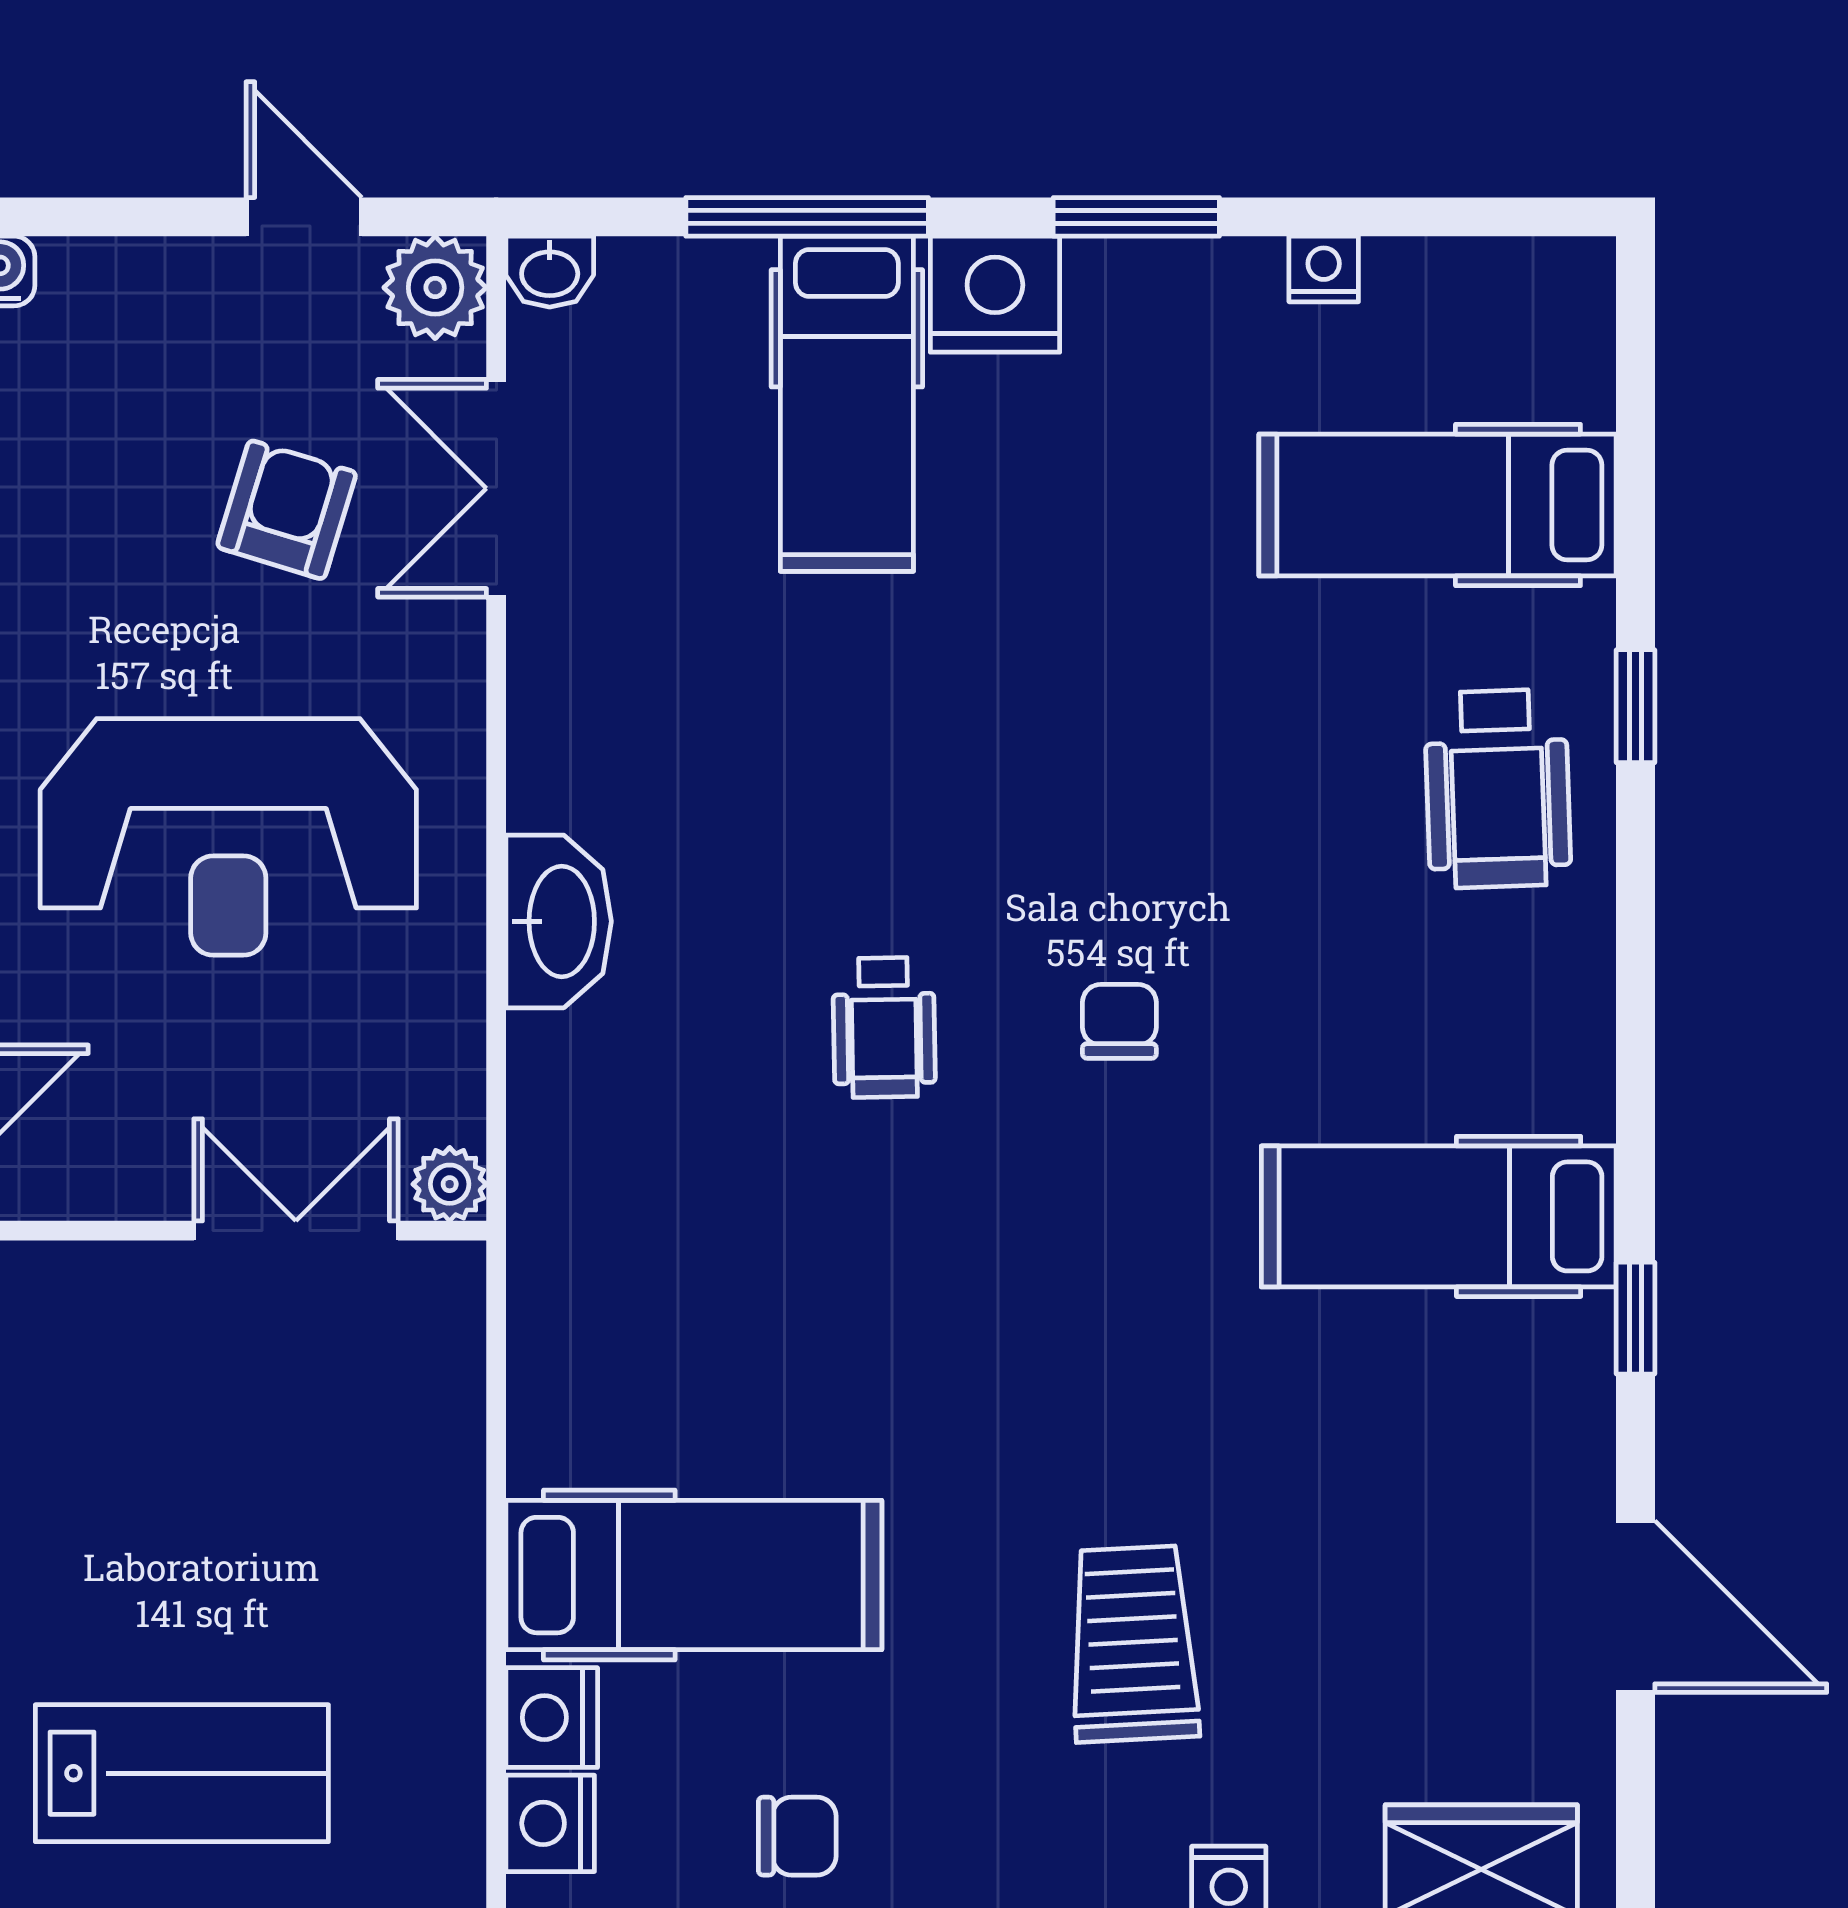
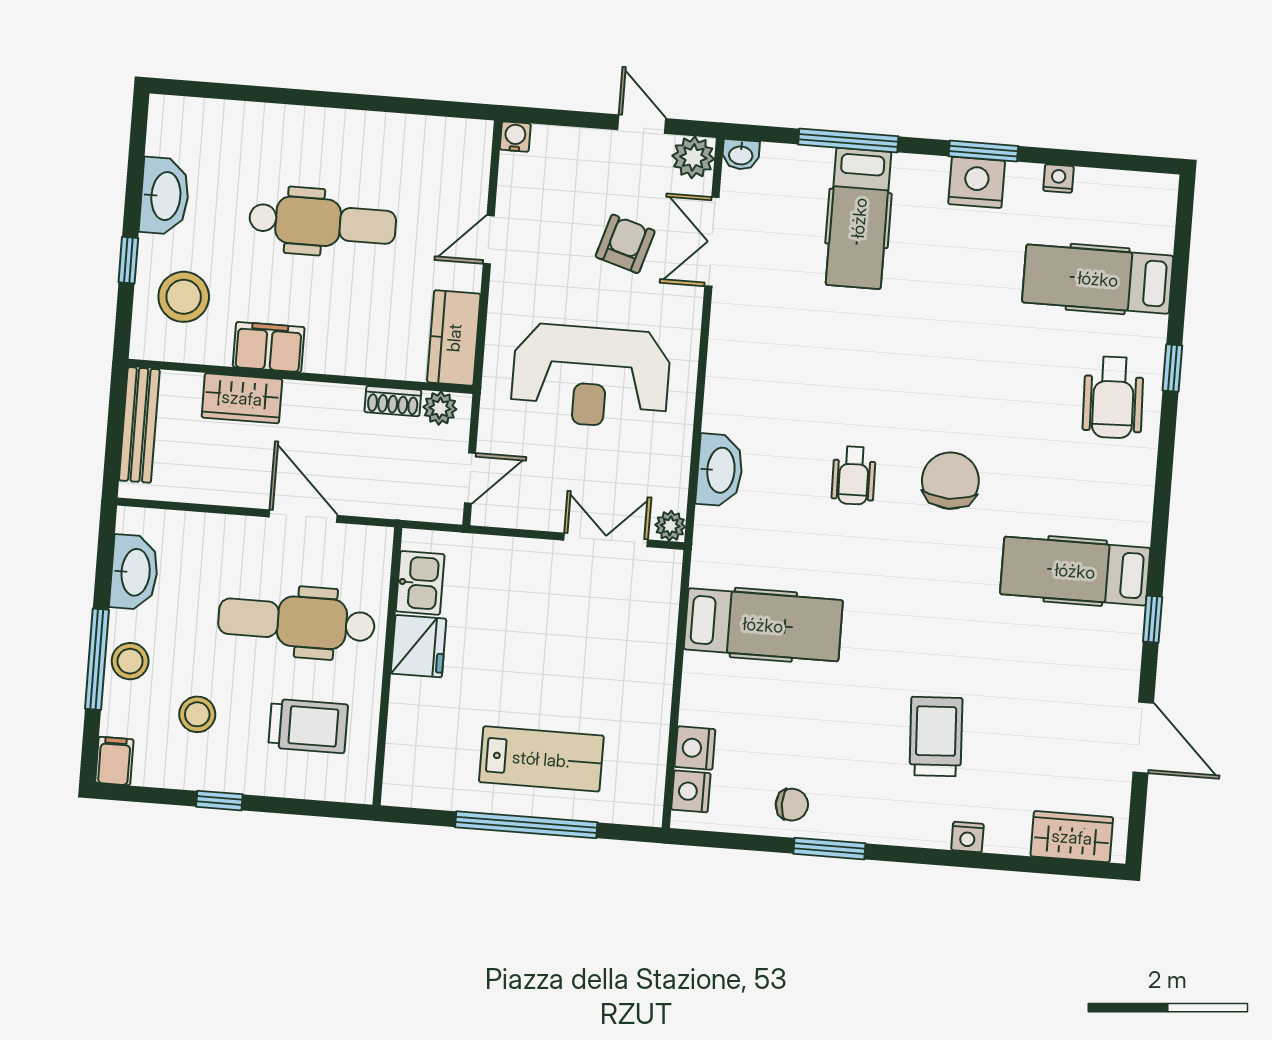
nightstand: (995, 294) -> (977, 182), moved
washbasin: (559, 921) -> (720, 470), moved
chair: (1119, 1021) -> (950, 481), width x1.87, depth x1.87
hospital bed: (694, 1575) -> (763, 625), moved

